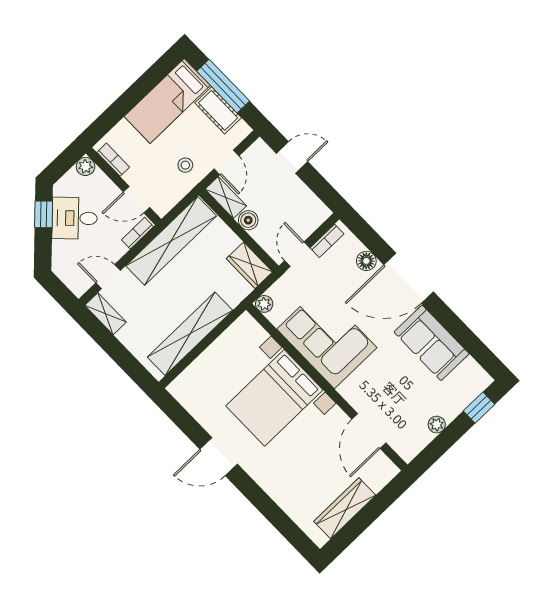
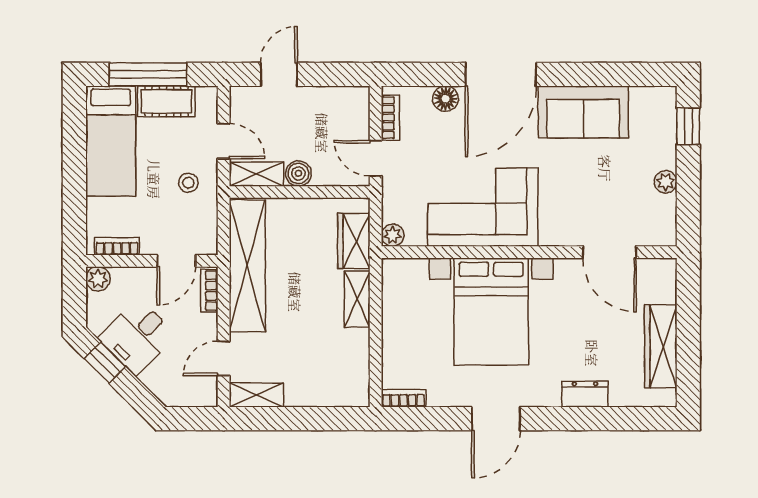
wardrobe: (249, 265) -> (354, 241), moved, turned 90
shelving: (190, 334) -> (357, 299), width x0.45, depth x0.75
bookcase: (181, 396) -> (404, 398), added
dresser: (279, 492) -> (585, 394), added

